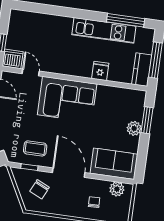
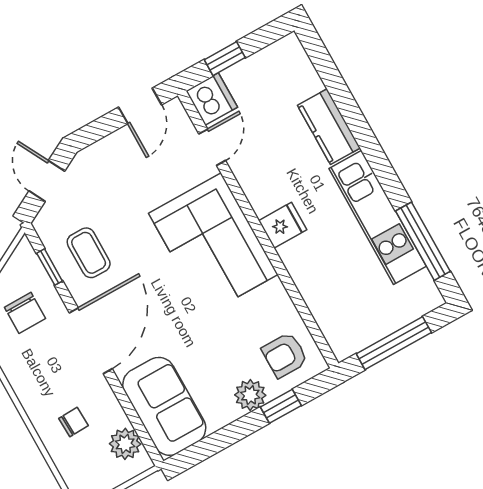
kitchen counter: (142, 70) -> (329, 127), moved, turned -90
fridge: (100, 71) -> (283, 225), moved
armchair: (129, 104) -> (285, 355), added
window: (147, 120) -> (281, 406), width x0.67
chair: (40, 189) -> (25, 313), turned -115

